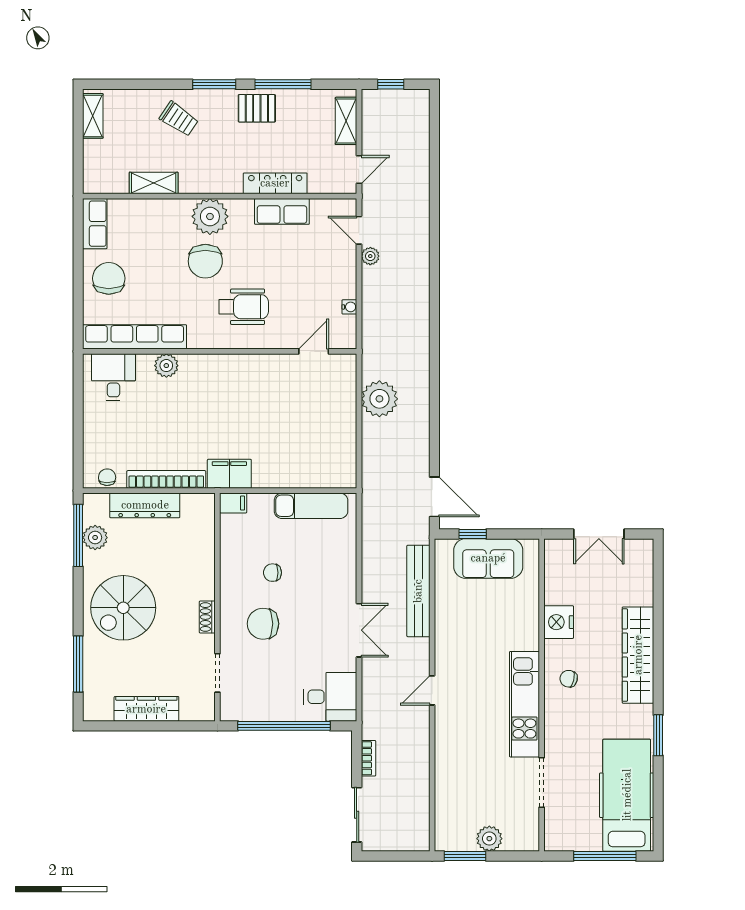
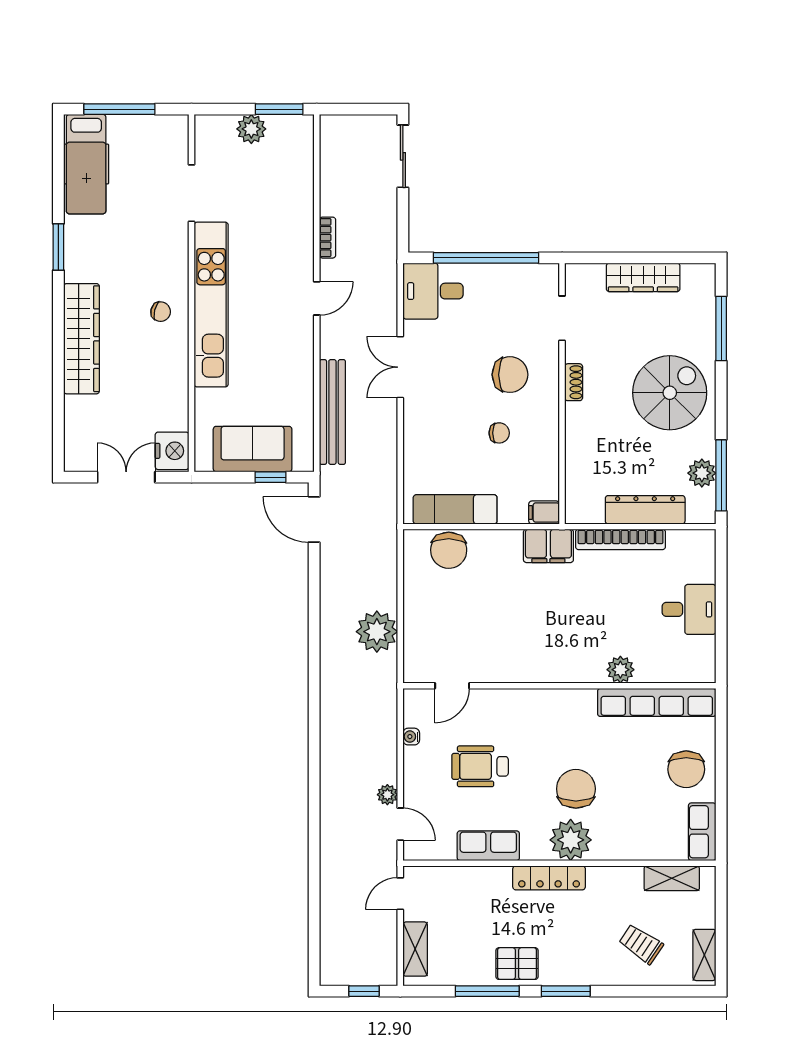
trolley: (179, 119) -> (641, 944), moved
shelving: (154, 183) -> (672, 878), moved
locker: (275, 183) -> (549, 878), moved
wheelchair: (244, 307) -> (480, 766), moved
desk: (113, 377) -> (689, 609), moved, turned -90
chair: (107, 477) -> (449, 550), moved, width x1.87, depth x1.87
nightstand: (559, 622) -> (172, 451), moved
kitchen unit: (524, 704) -> (211, 305), width x1.36
bookcase: (368, 758) -> (328, 238), moved, turned 180
hospital bed: (627, 795) -> (86, 164), width x0.73, depth x0.78

